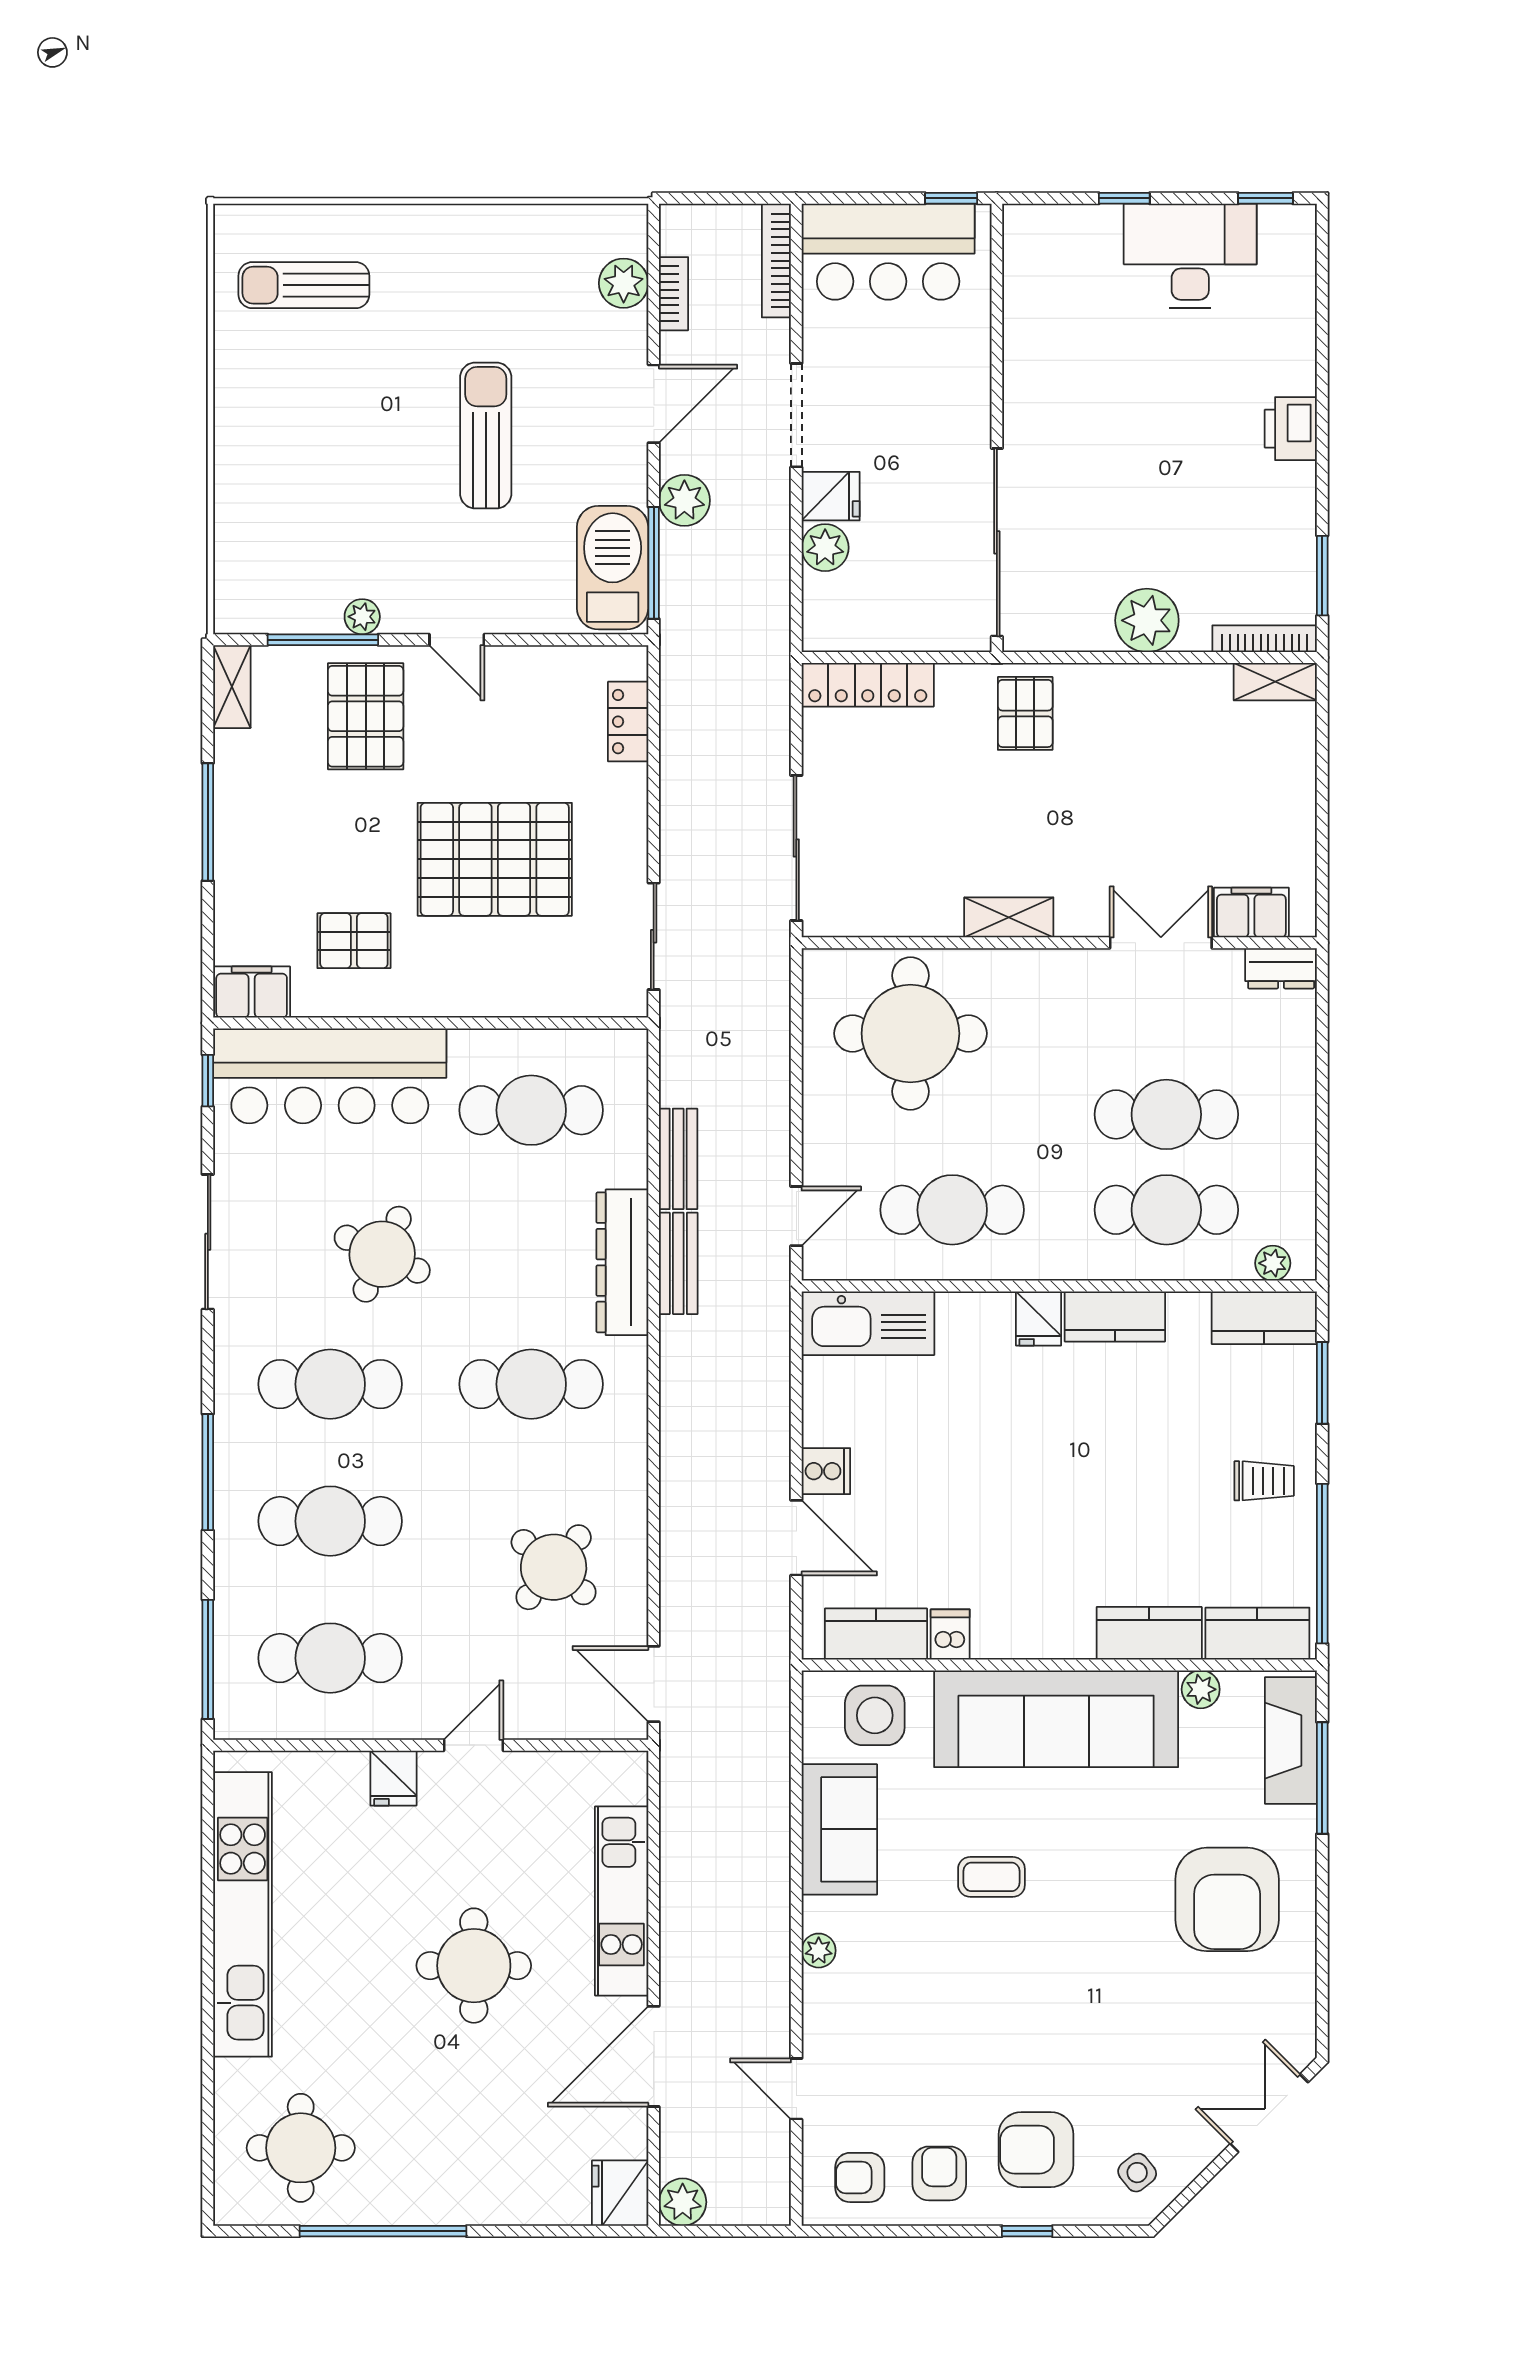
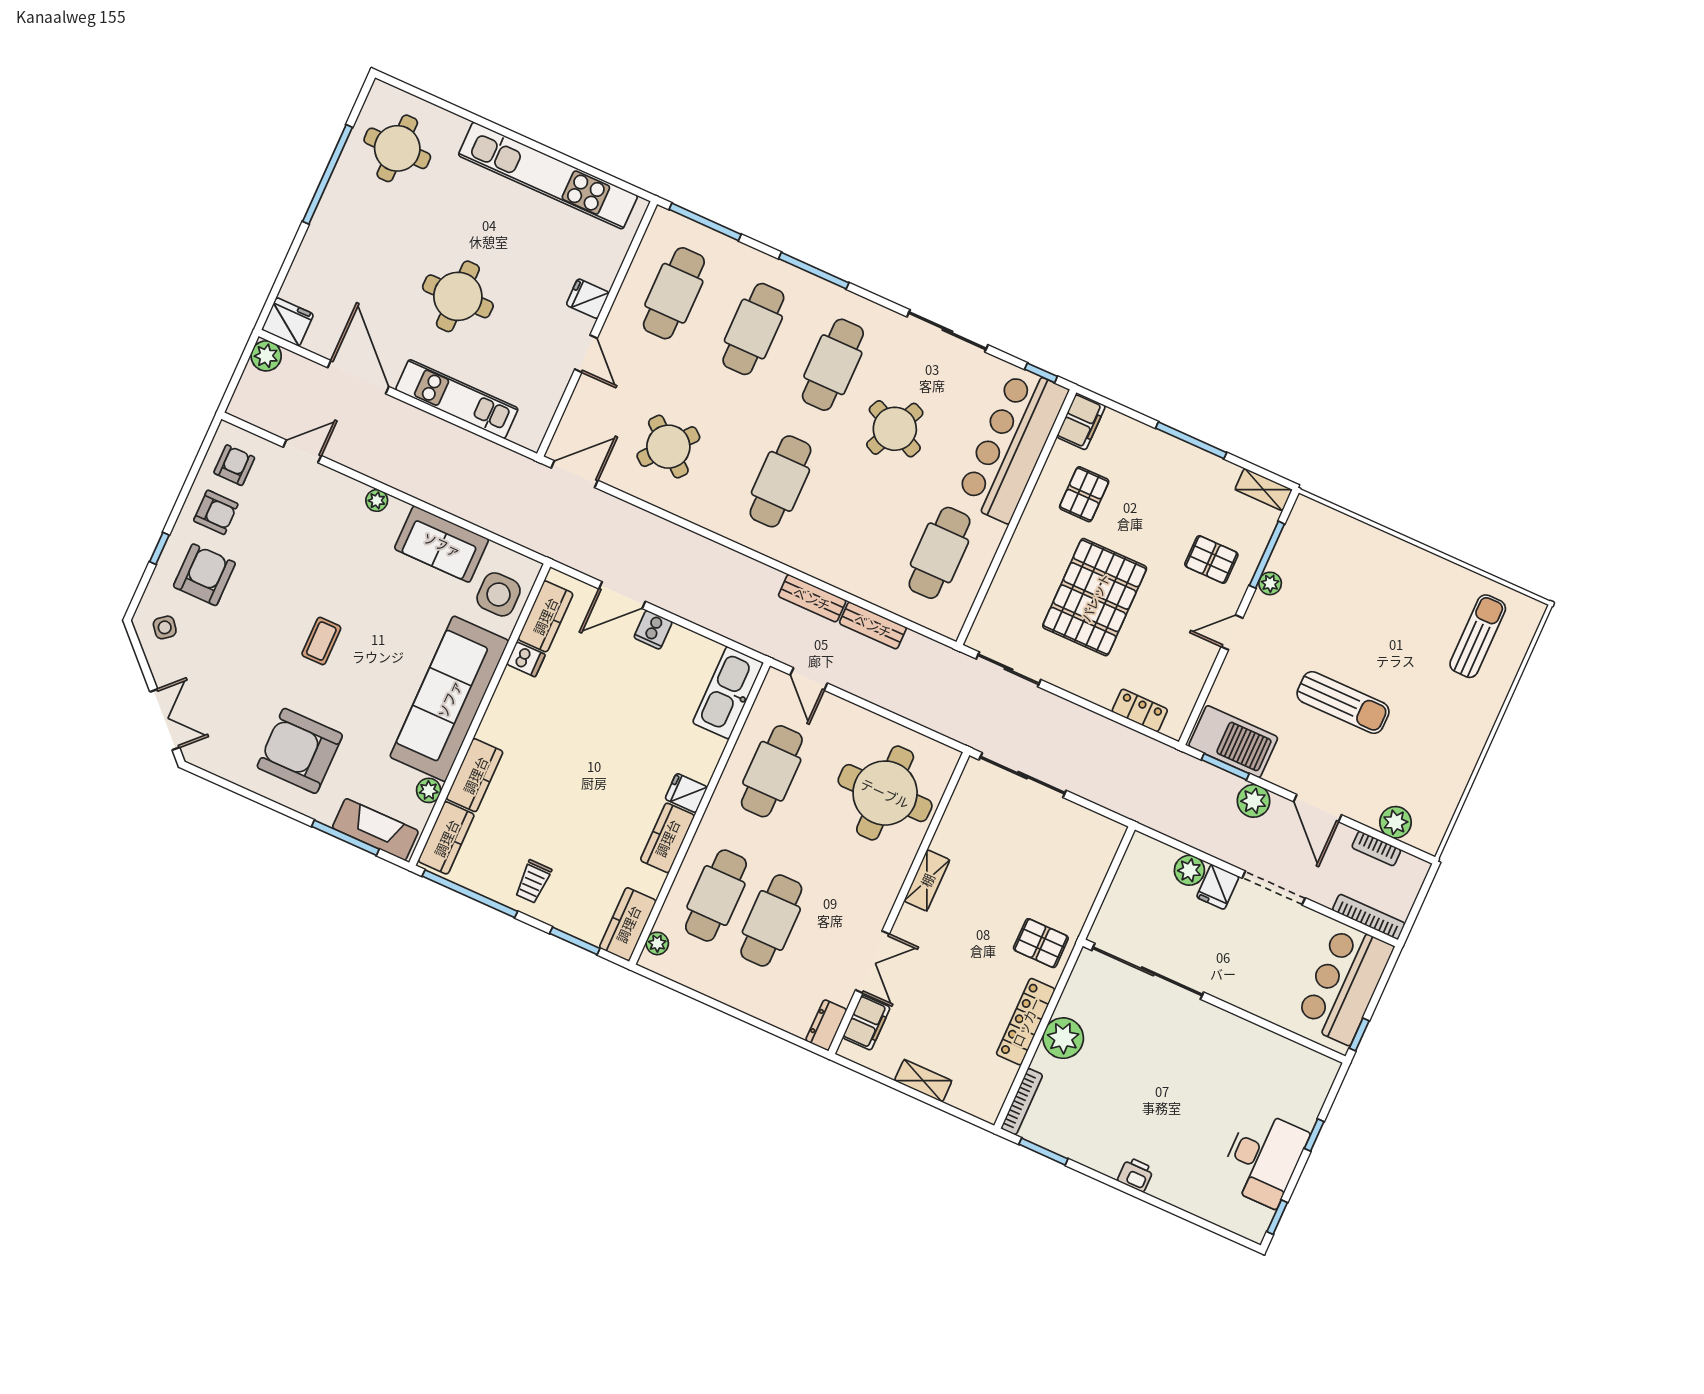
printer: (1291, 429) -> (1136, 1175), width x0.73, depth x0.81
window: (654, 563) -> (1225, 767), width x0.69
shelving: (1275, 682) -> (923, 1081), moved, turned 90
locker: (868, 685) -> (1026, 1022), moved
pallet: (366, 716) -> (1211, 559), width x0.67, depth x0.71
dresser: (622, 1262) -> (827, 566), removed
coffee table: (991, 1877) -> (321, 641), moved

